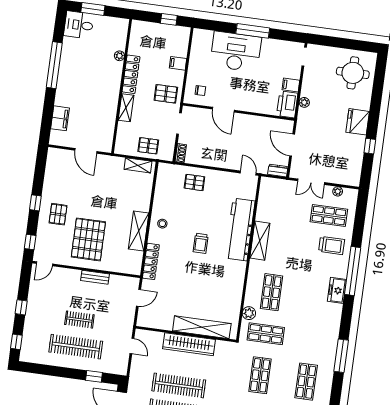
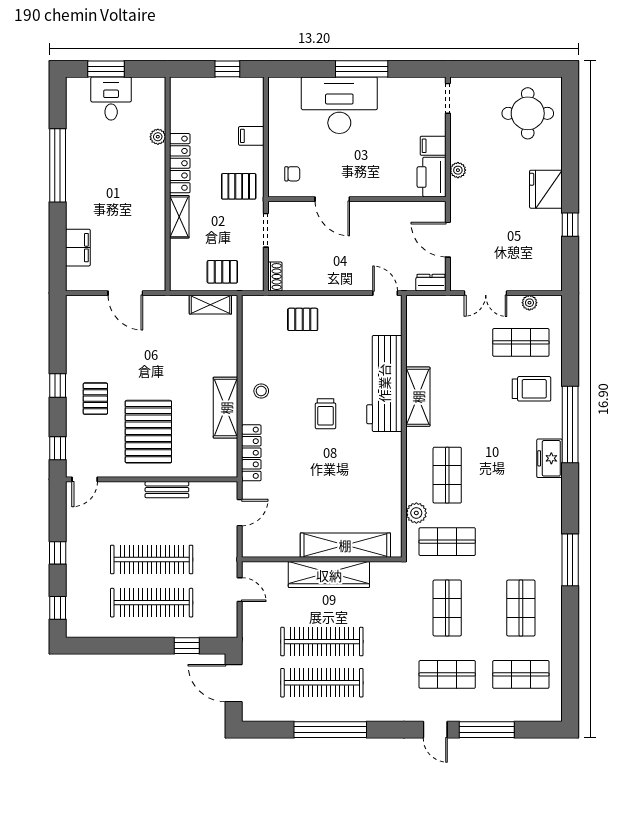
desk: (79, 25) -> (111, 99), moved, turned 90
clothes rail: (79, 320) -> (152, 559), width x1.86, depth x1.31

